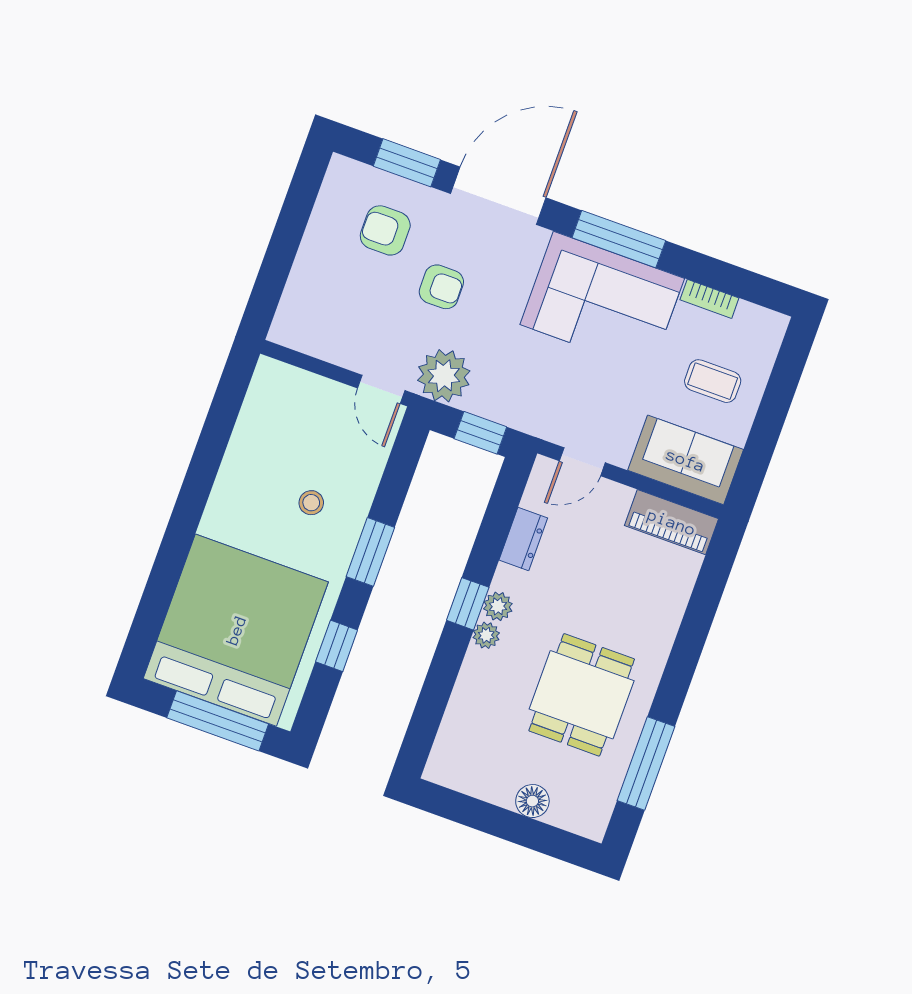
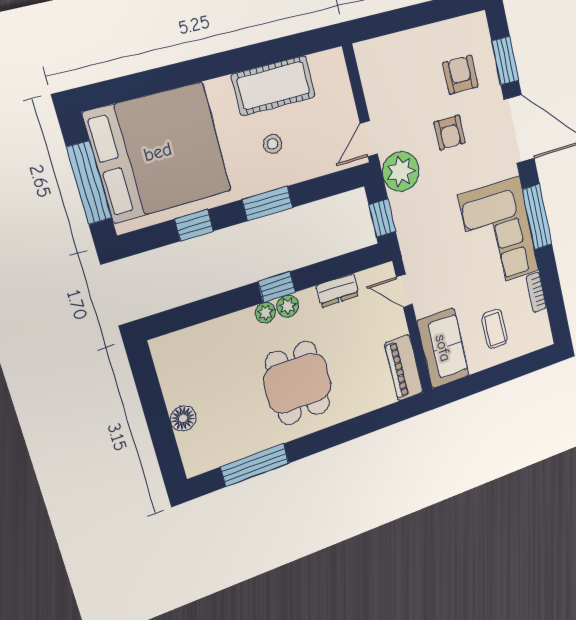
cot: (251, 460) -> (273, 86), added
dining table: (582, 695) -> (298, 383), moved, turned 90

